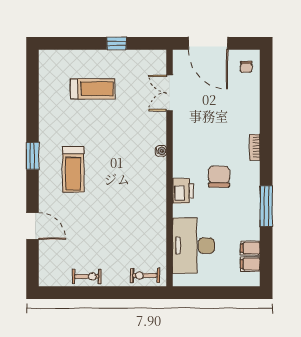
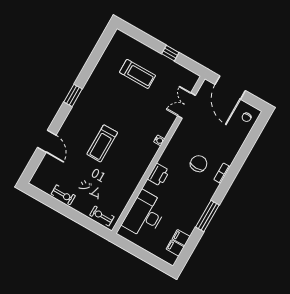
treadmill: (73, 169) -> (102, 143), moved
chair: (219, 177) -> (199, 164), moved

